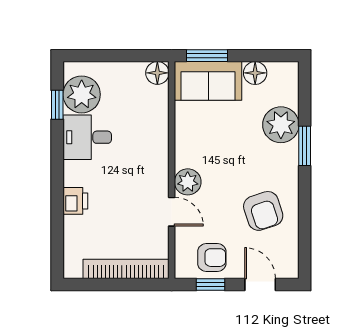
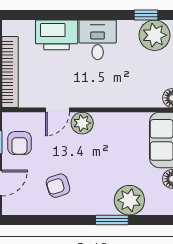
desk: (87, 137) -> (98, 40), moved
printer: (75, 201) -> (57, 35), width x1.87, depth x1.48
armchair: (263, 211) -> (58, 186), width x0.72, depth x0.72

